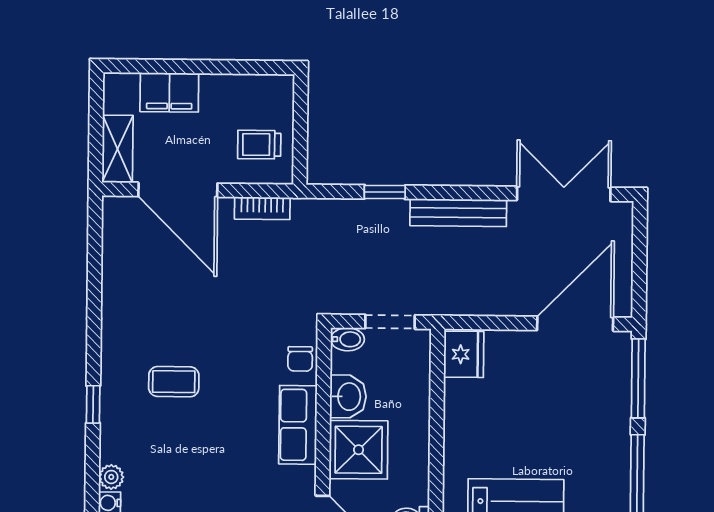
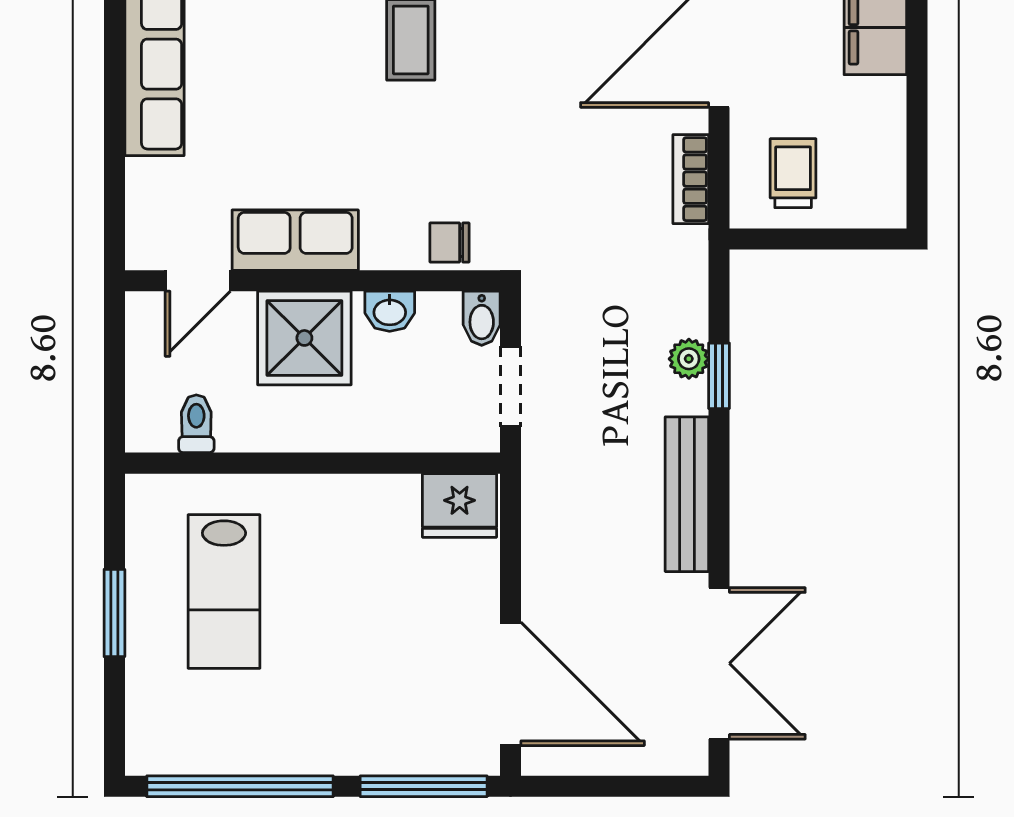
plant: (374, 211) -> (689, 359), added
washbasin: (348, 397) -> (390, 311), width x0.72, depth x0.69
row of seats: (298, 425) -> (295, 240), moved

